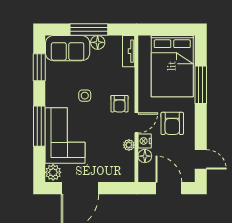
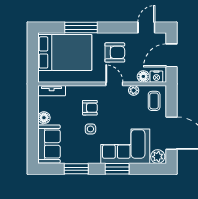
window: (89, 30) -> (33, 125), removed
window: (39, 67) -> (76, 169), moved
armchair: (119, 104) -> (90, 108), moved
window: (39, 126) -> (117, 169), width x0.69
nightstand: (145, 141) -> (156, 77), moved
coffee table: (117, 168) -> (154, 101), added

